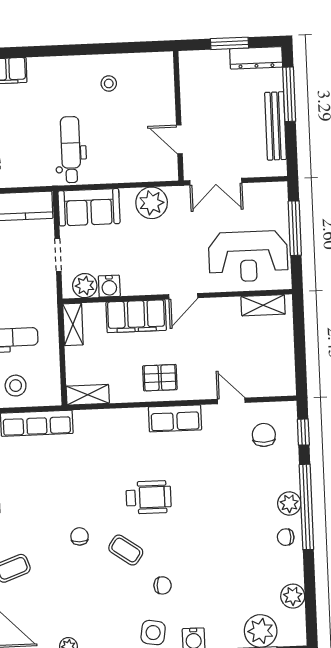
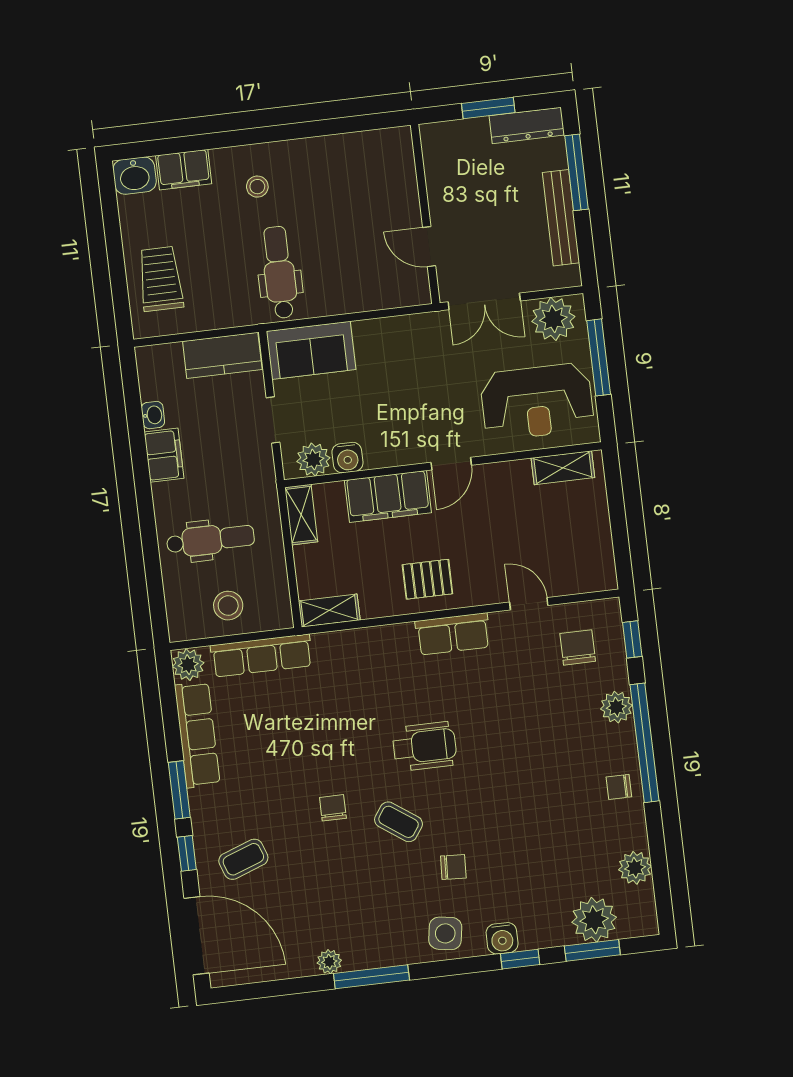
stool: (109, 83) -> (257, 187), moved
plant: (152, 203) -> (553, 319), moved
plant: (289, 503) -> (616, 707), moved

